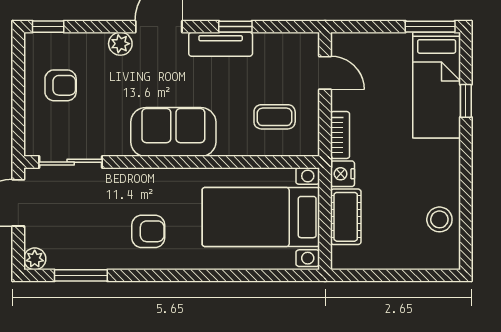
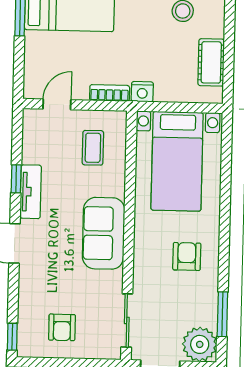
plant: (120, 44) -> (28, 276), removed
armchair: (61, 85) -> (62, 327), turned 180
cot: (346, 217) -> (211, 62), moved, turned 90
plant: (35, 259) -> (200, 344), width x1.88, depth x1.88

